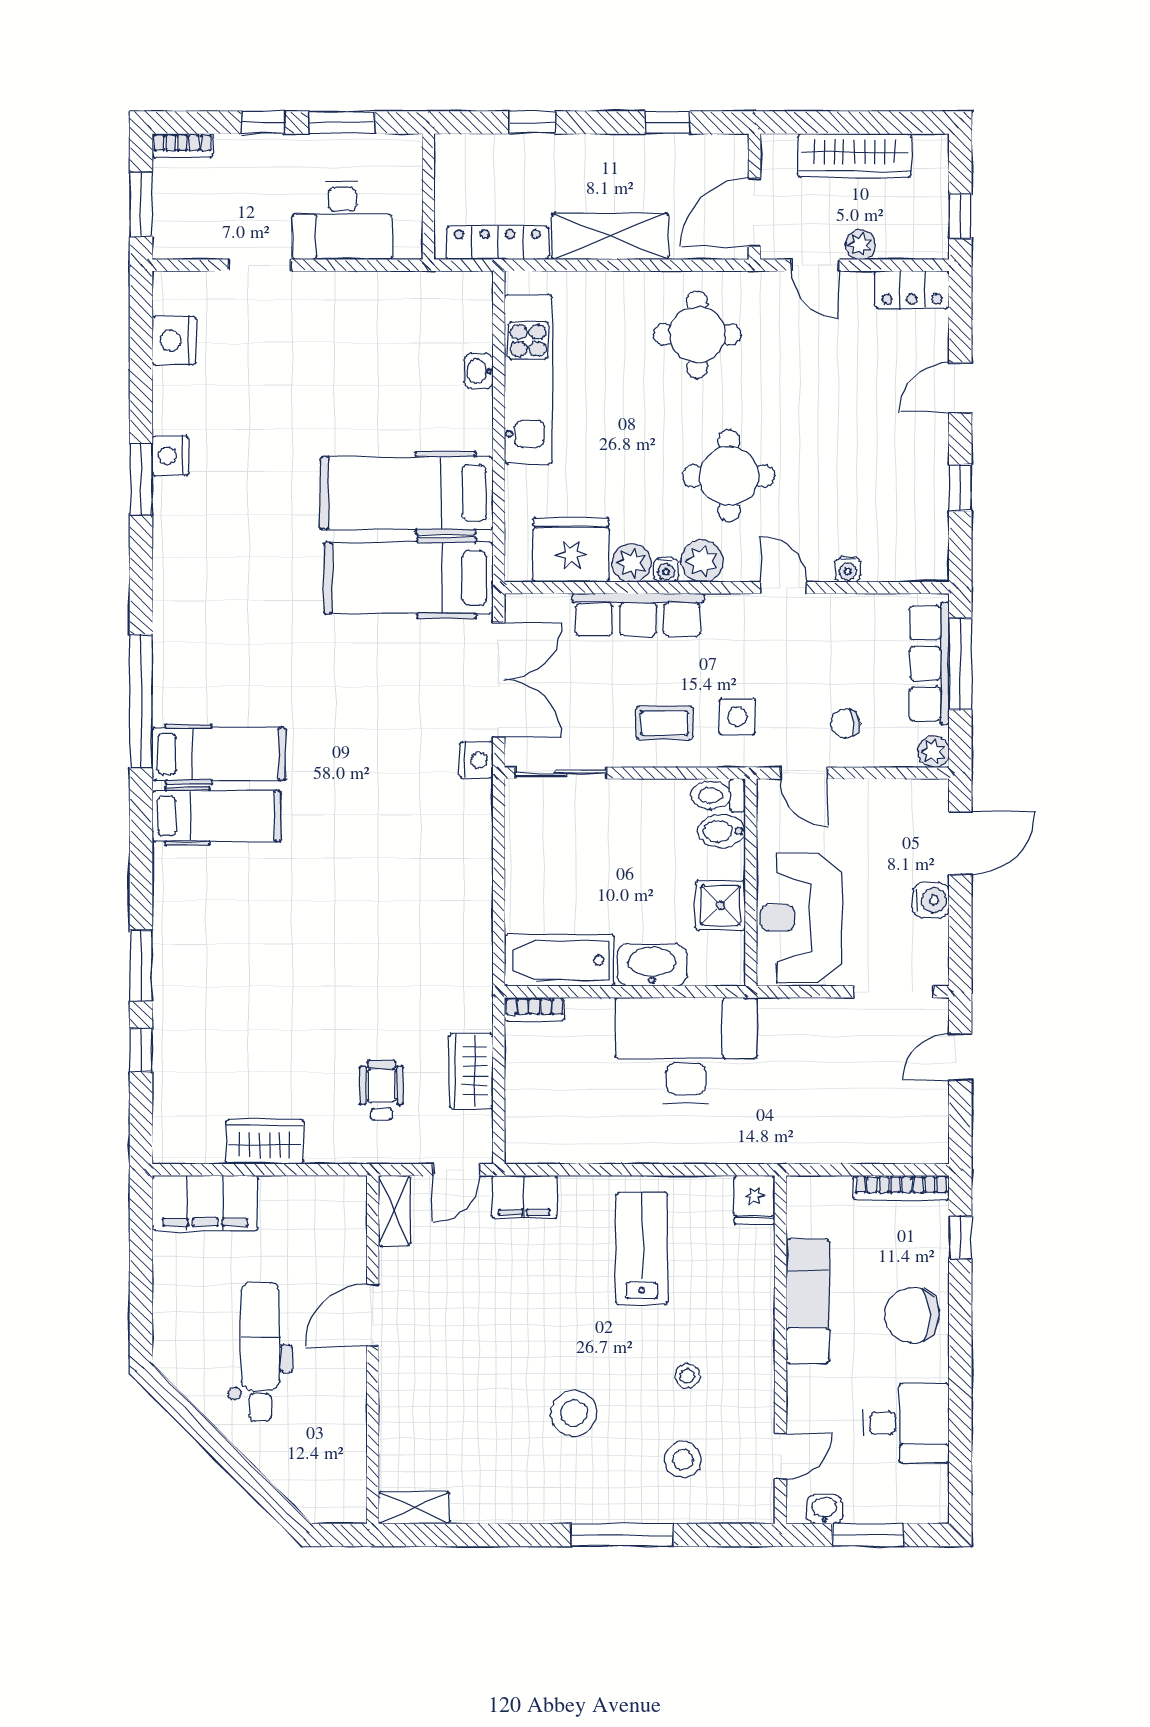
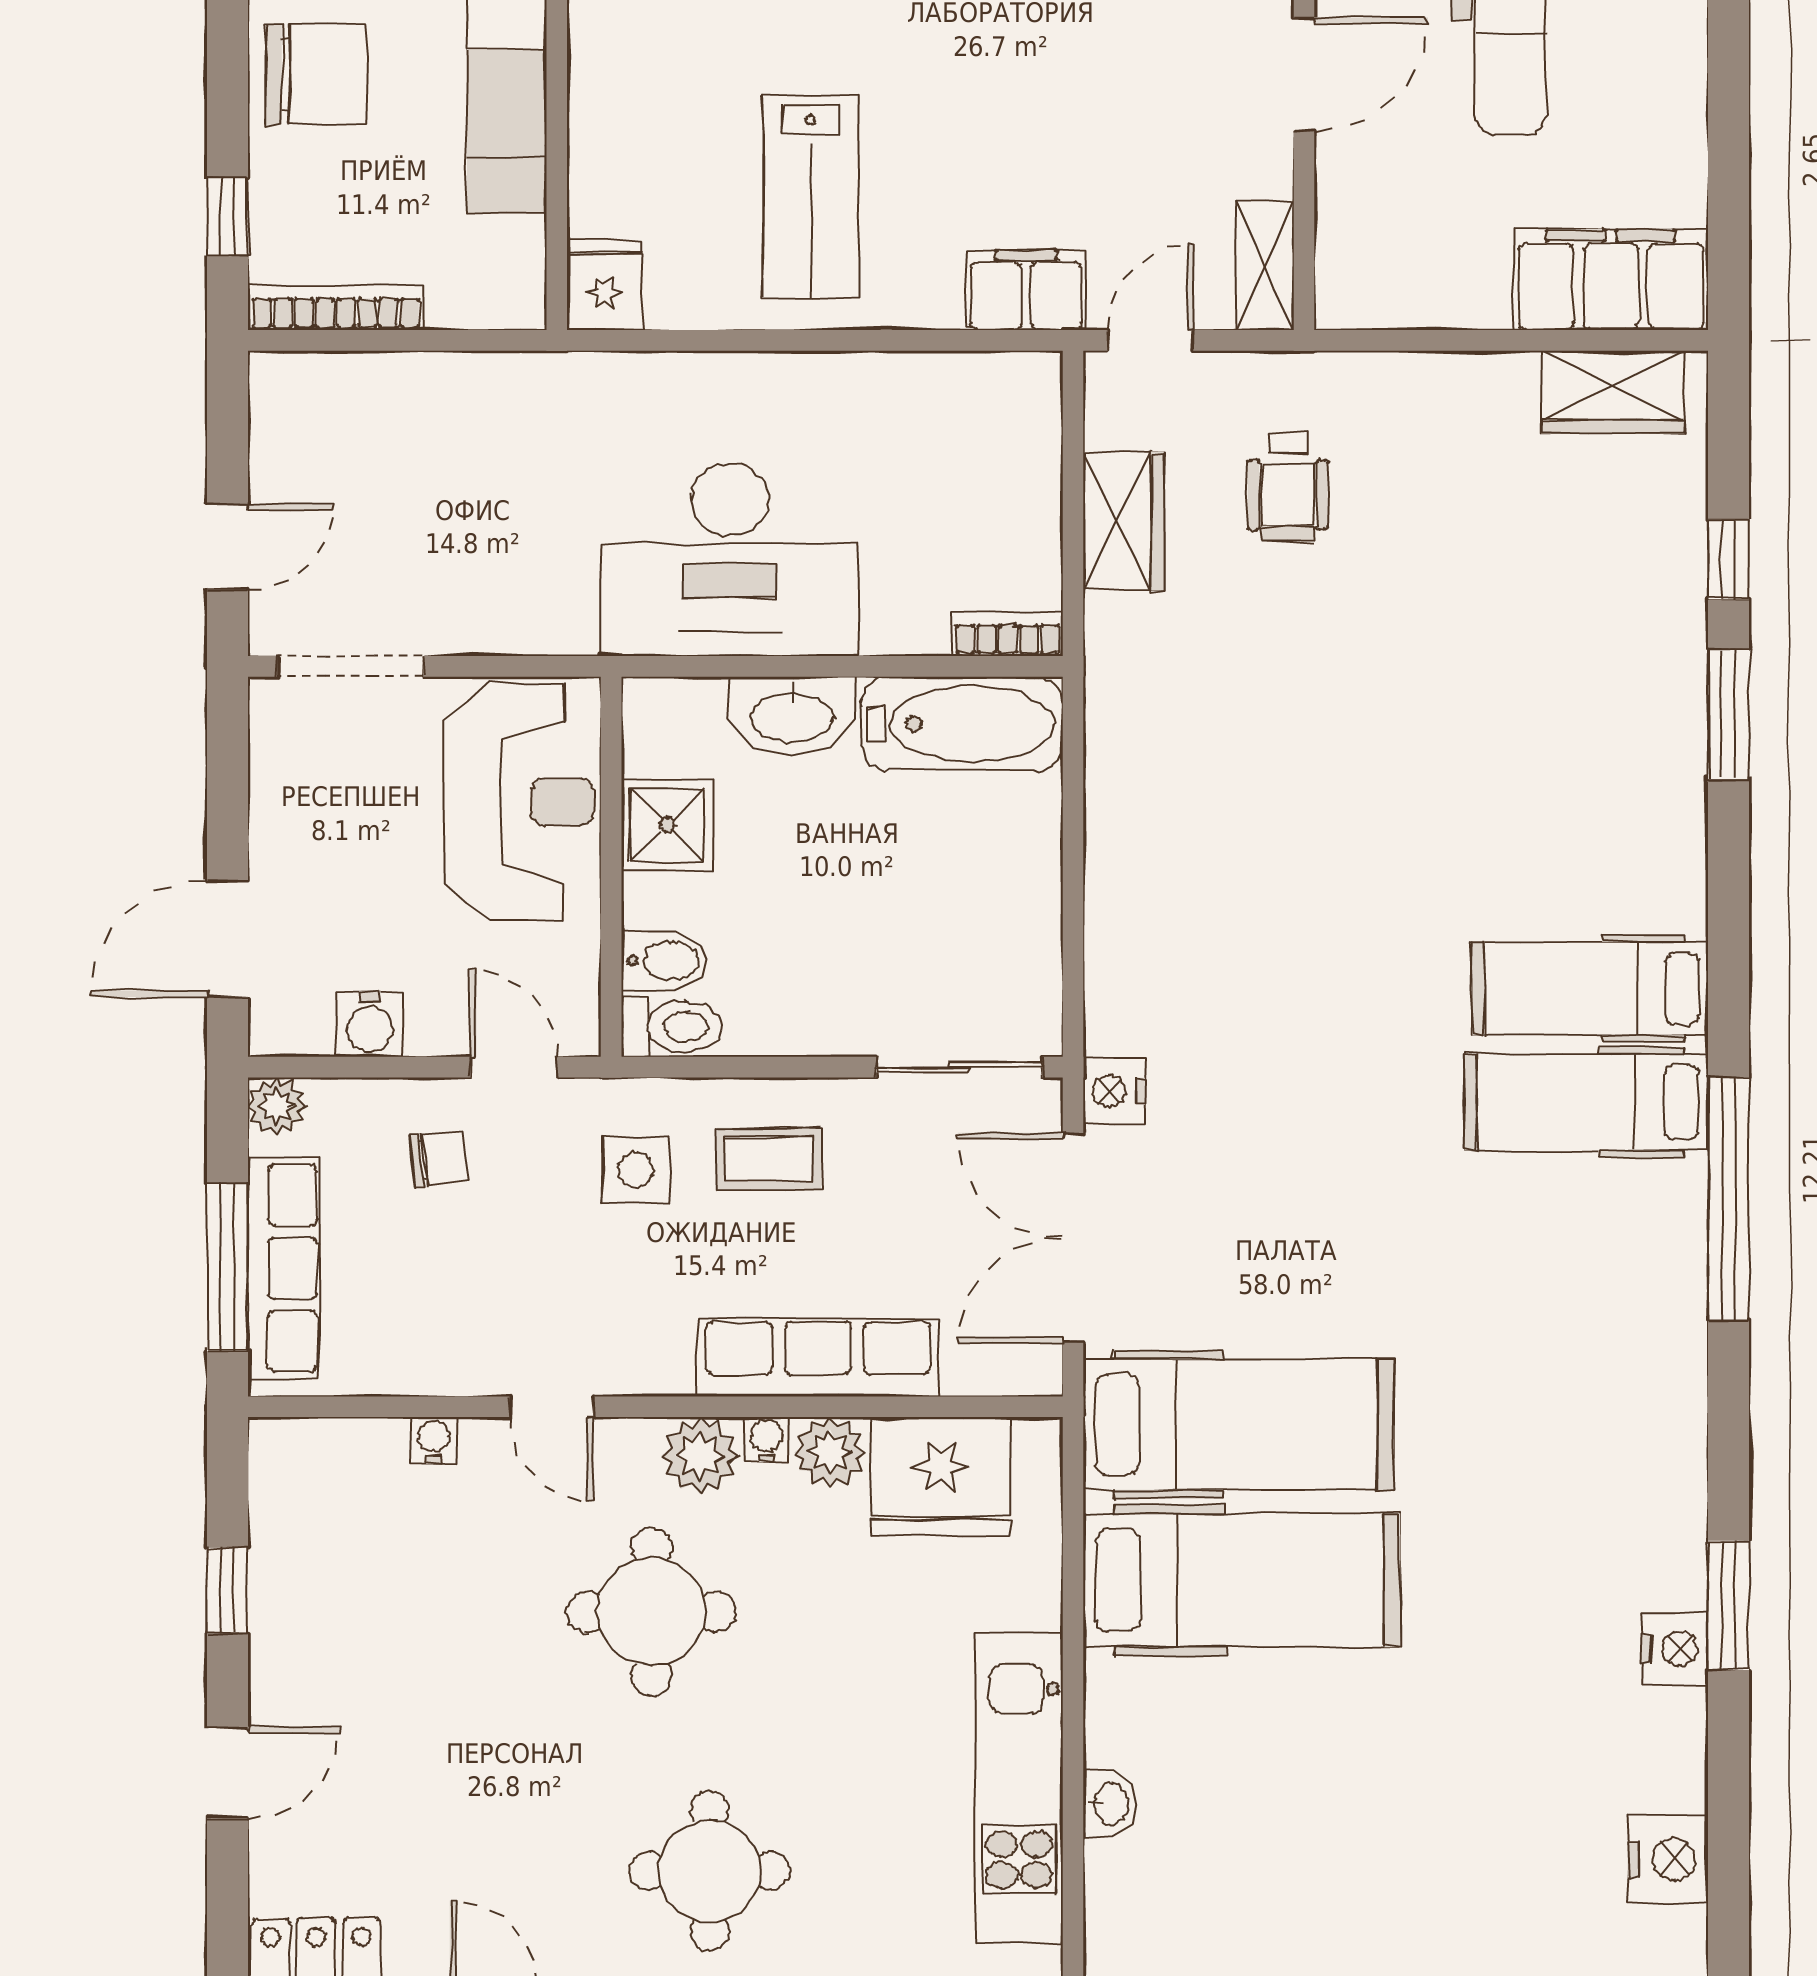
water cooler: (931, 900) -> (370, 1024), moved, turned -90
wardrobe: (265, 1142) -> (1613, 392), moved

